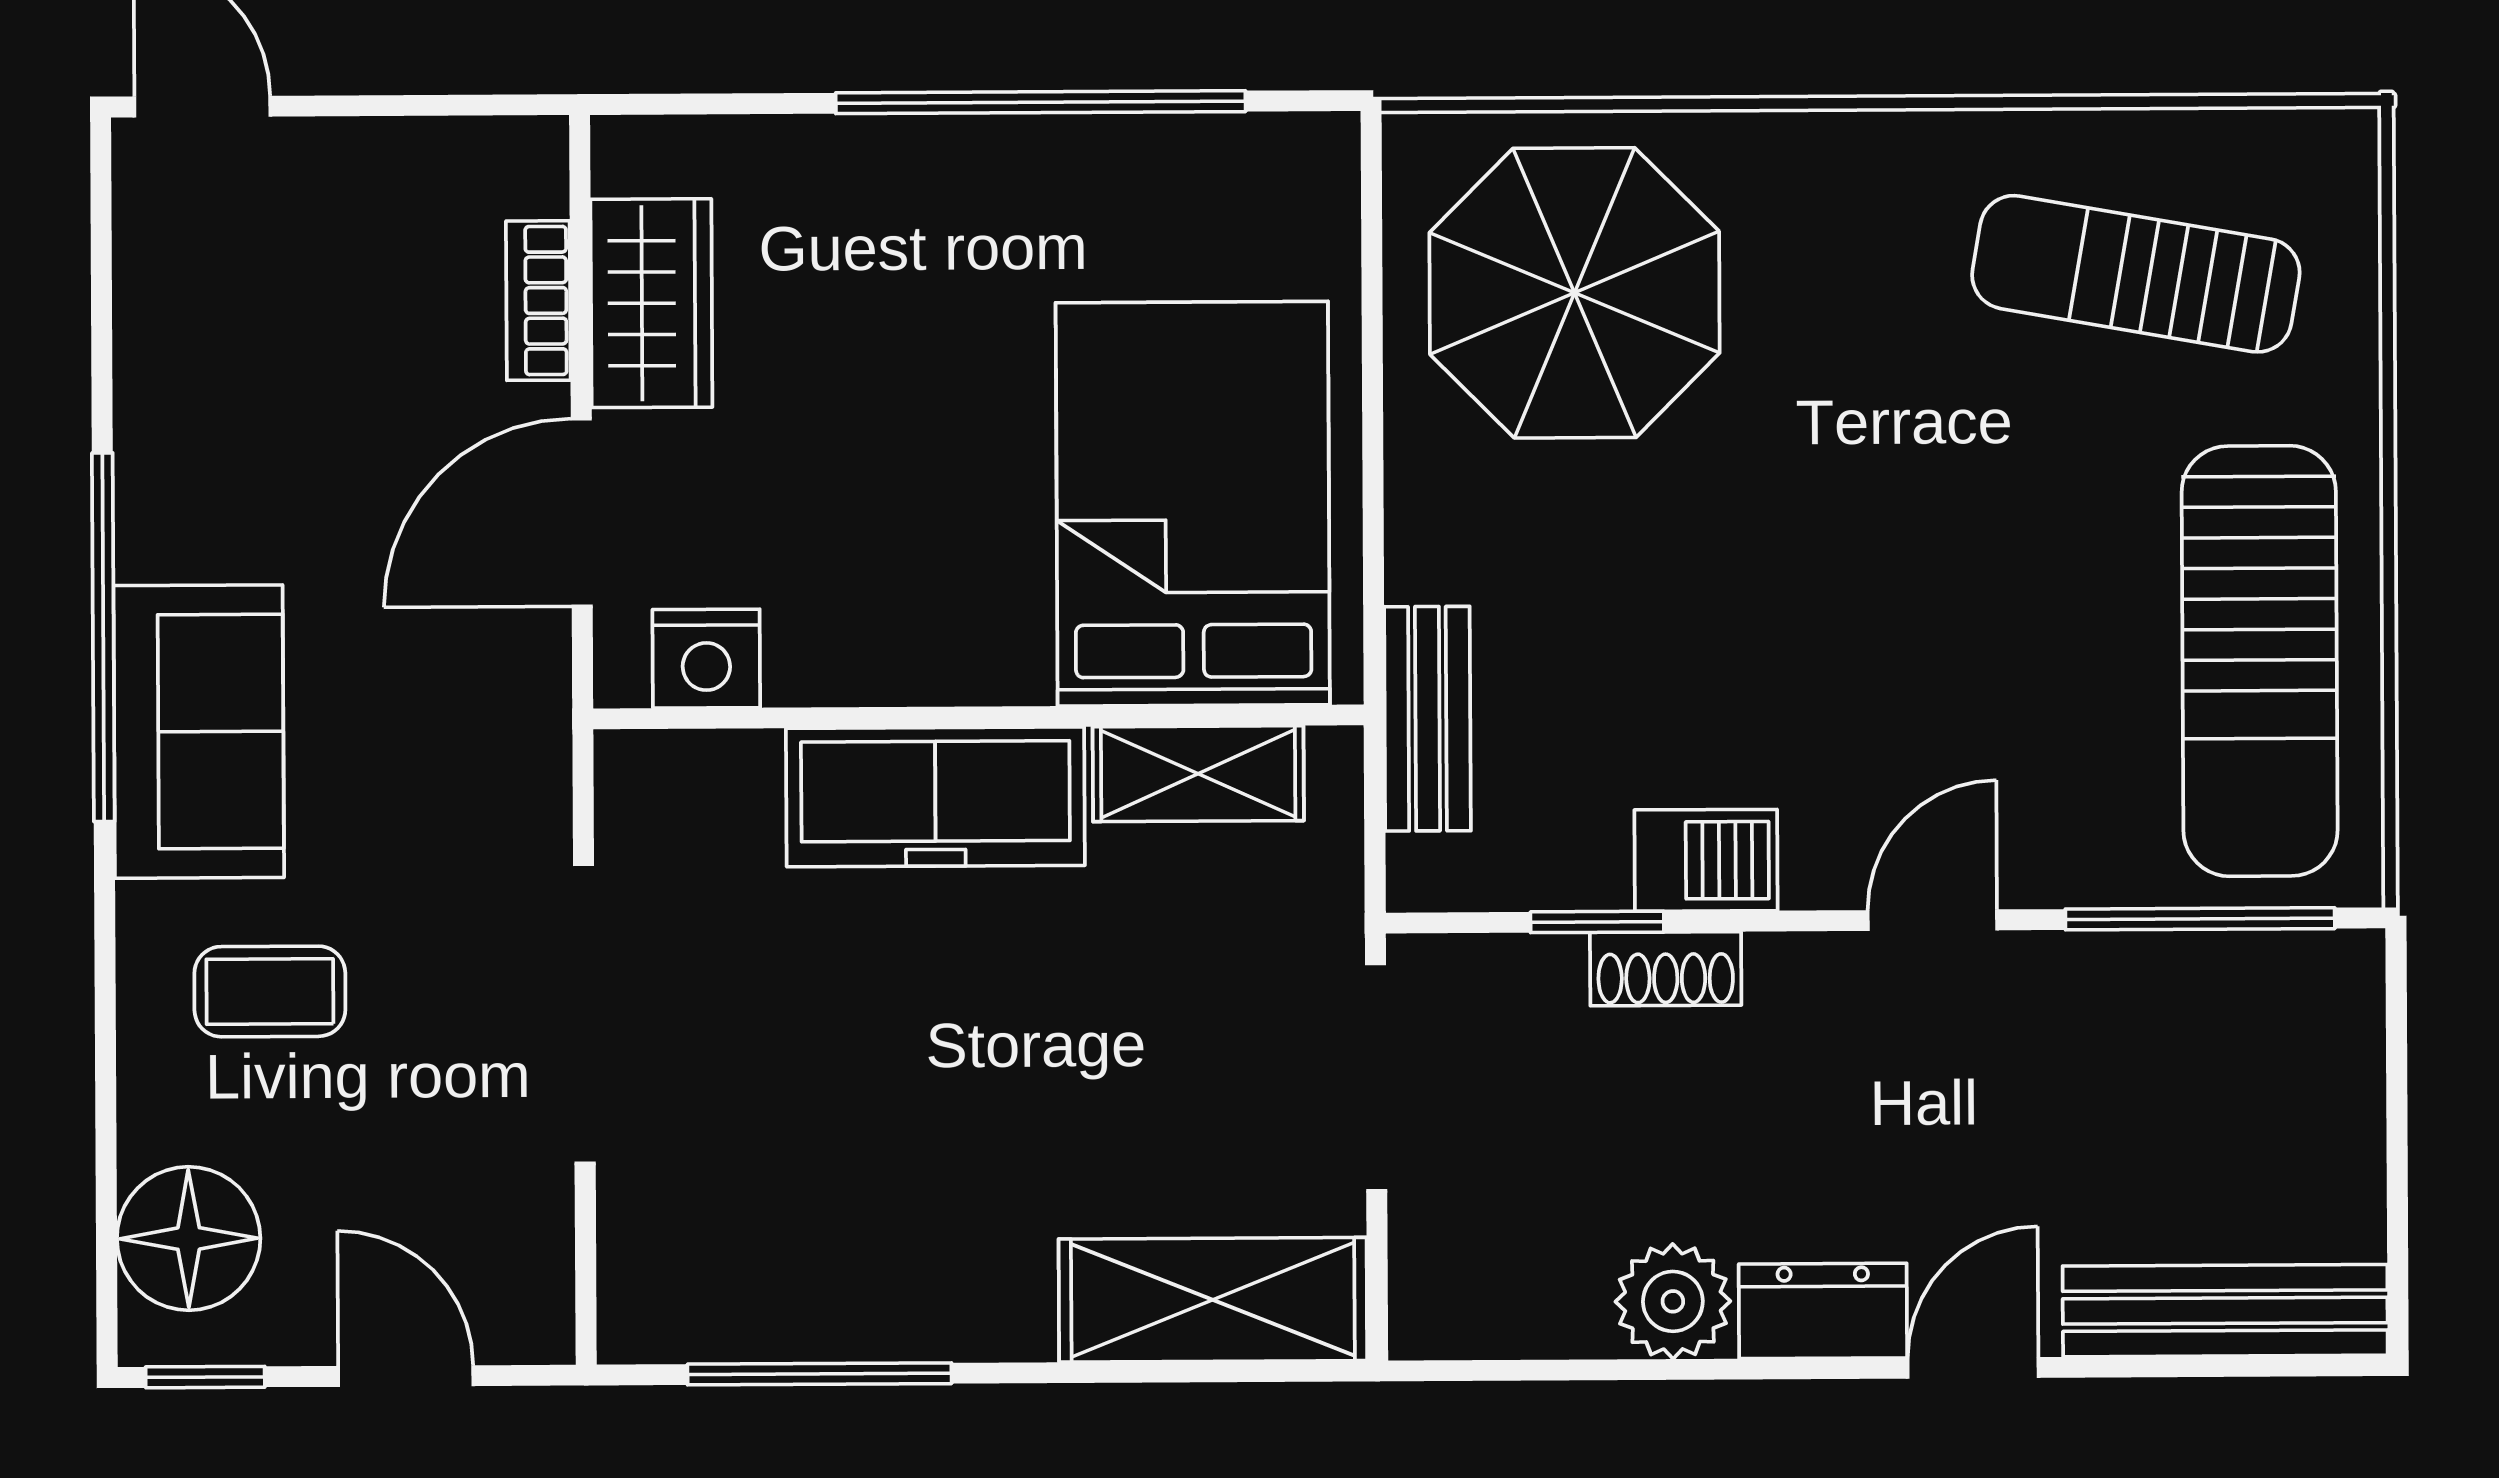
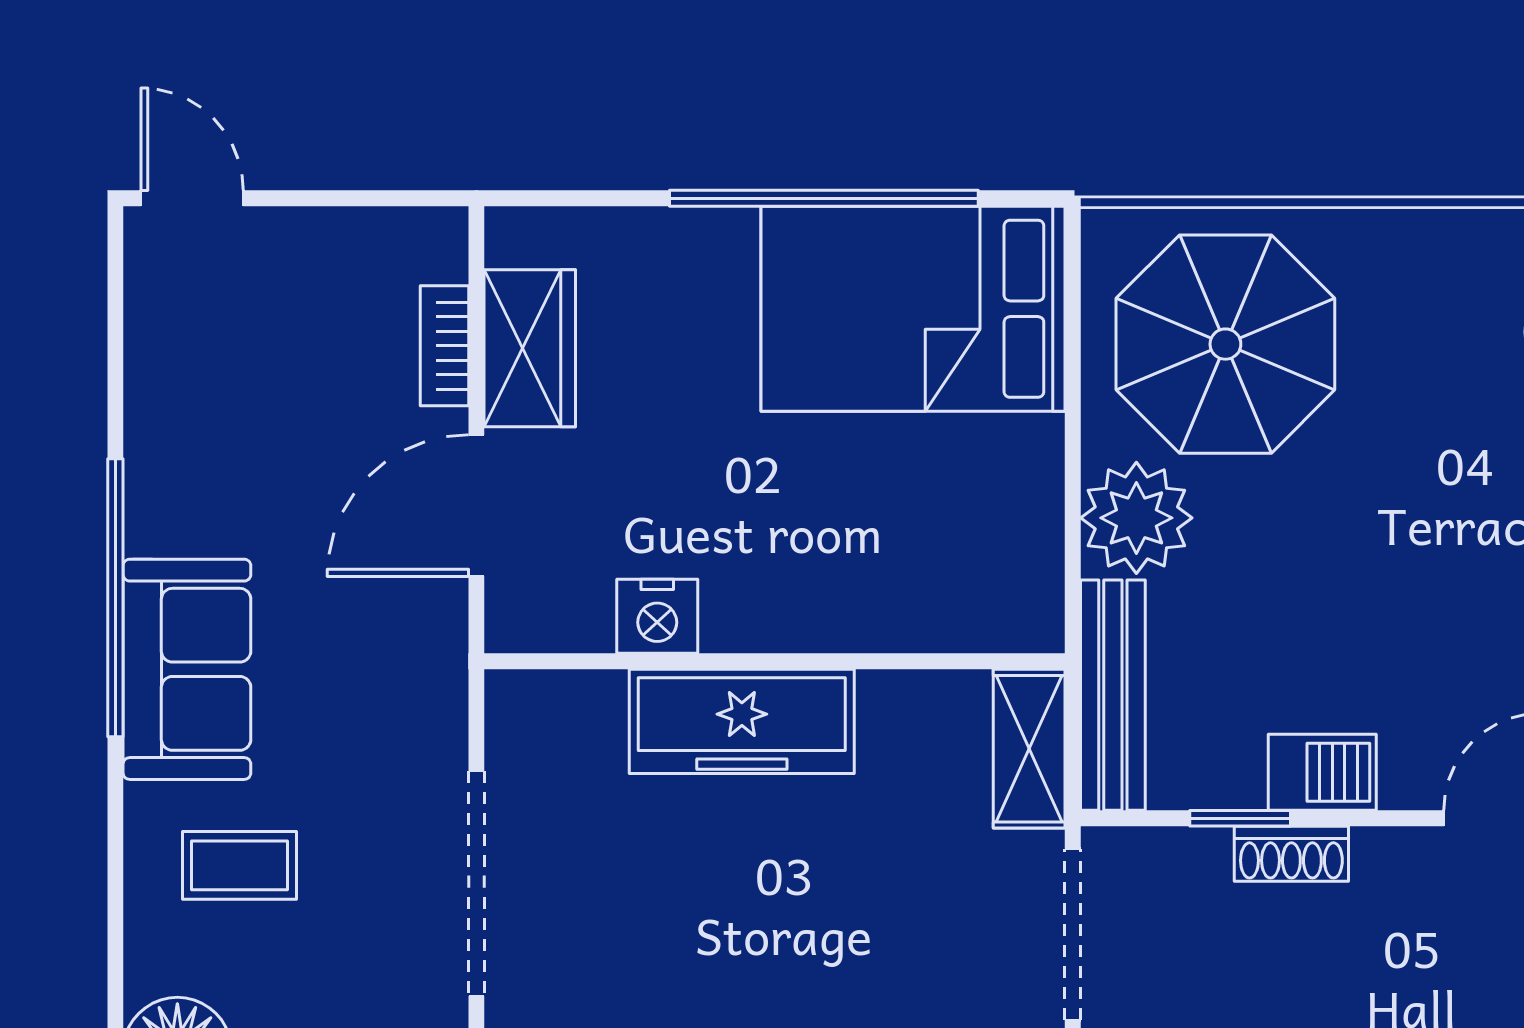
bed: (1193, 504) -> (913, 309), moved, turned -90
plant: (1458, 524) -> (1136, 518), added
nightstand: (706, 659) -> (657, 616), moved
bench: (1427, 719) -> (1113, 695), width x1.36
shelving: (1198, 774) -> (1029, 749), moved, turned 90

